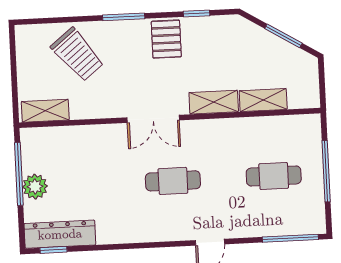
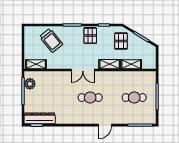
pallet: (237, 48) -> (121, 41), added
plant: (35, 187) -> (30, 84), moved

